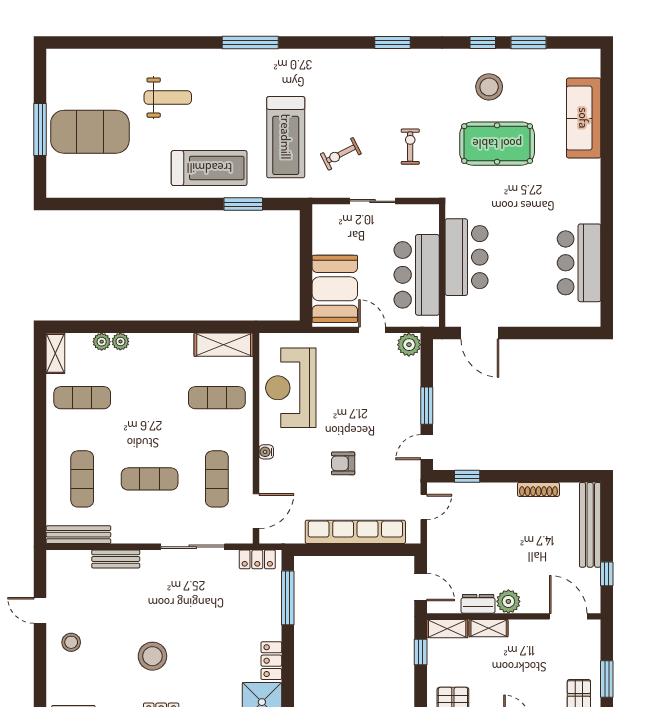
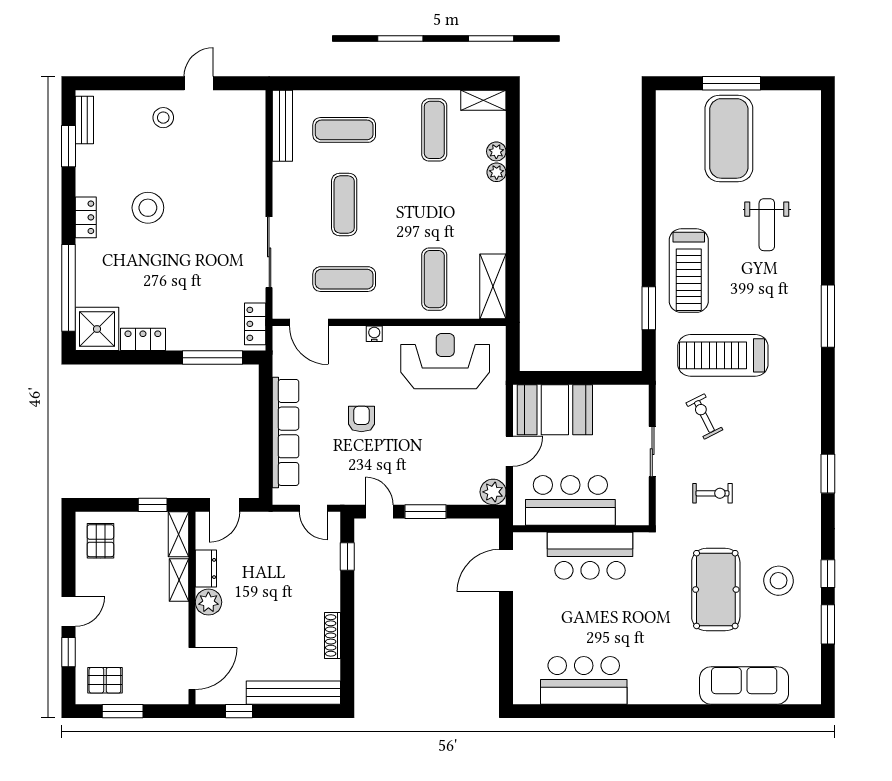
bench: (116, 559) -> (256, 167), removed

